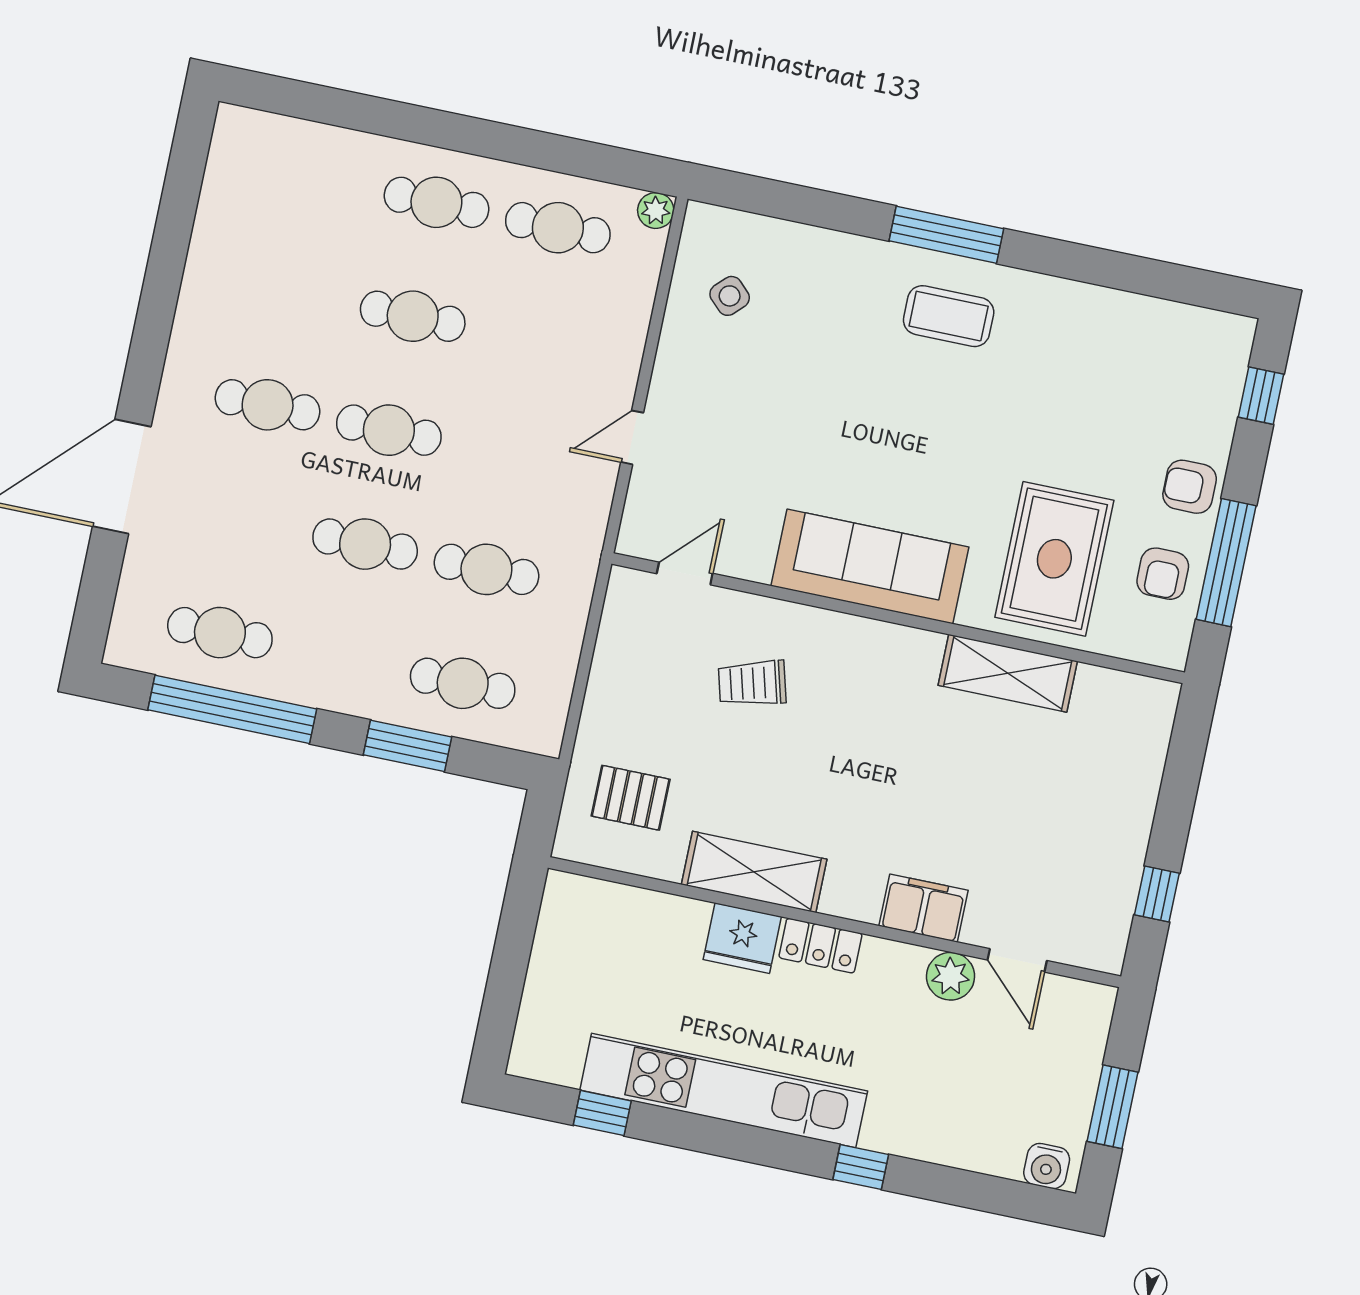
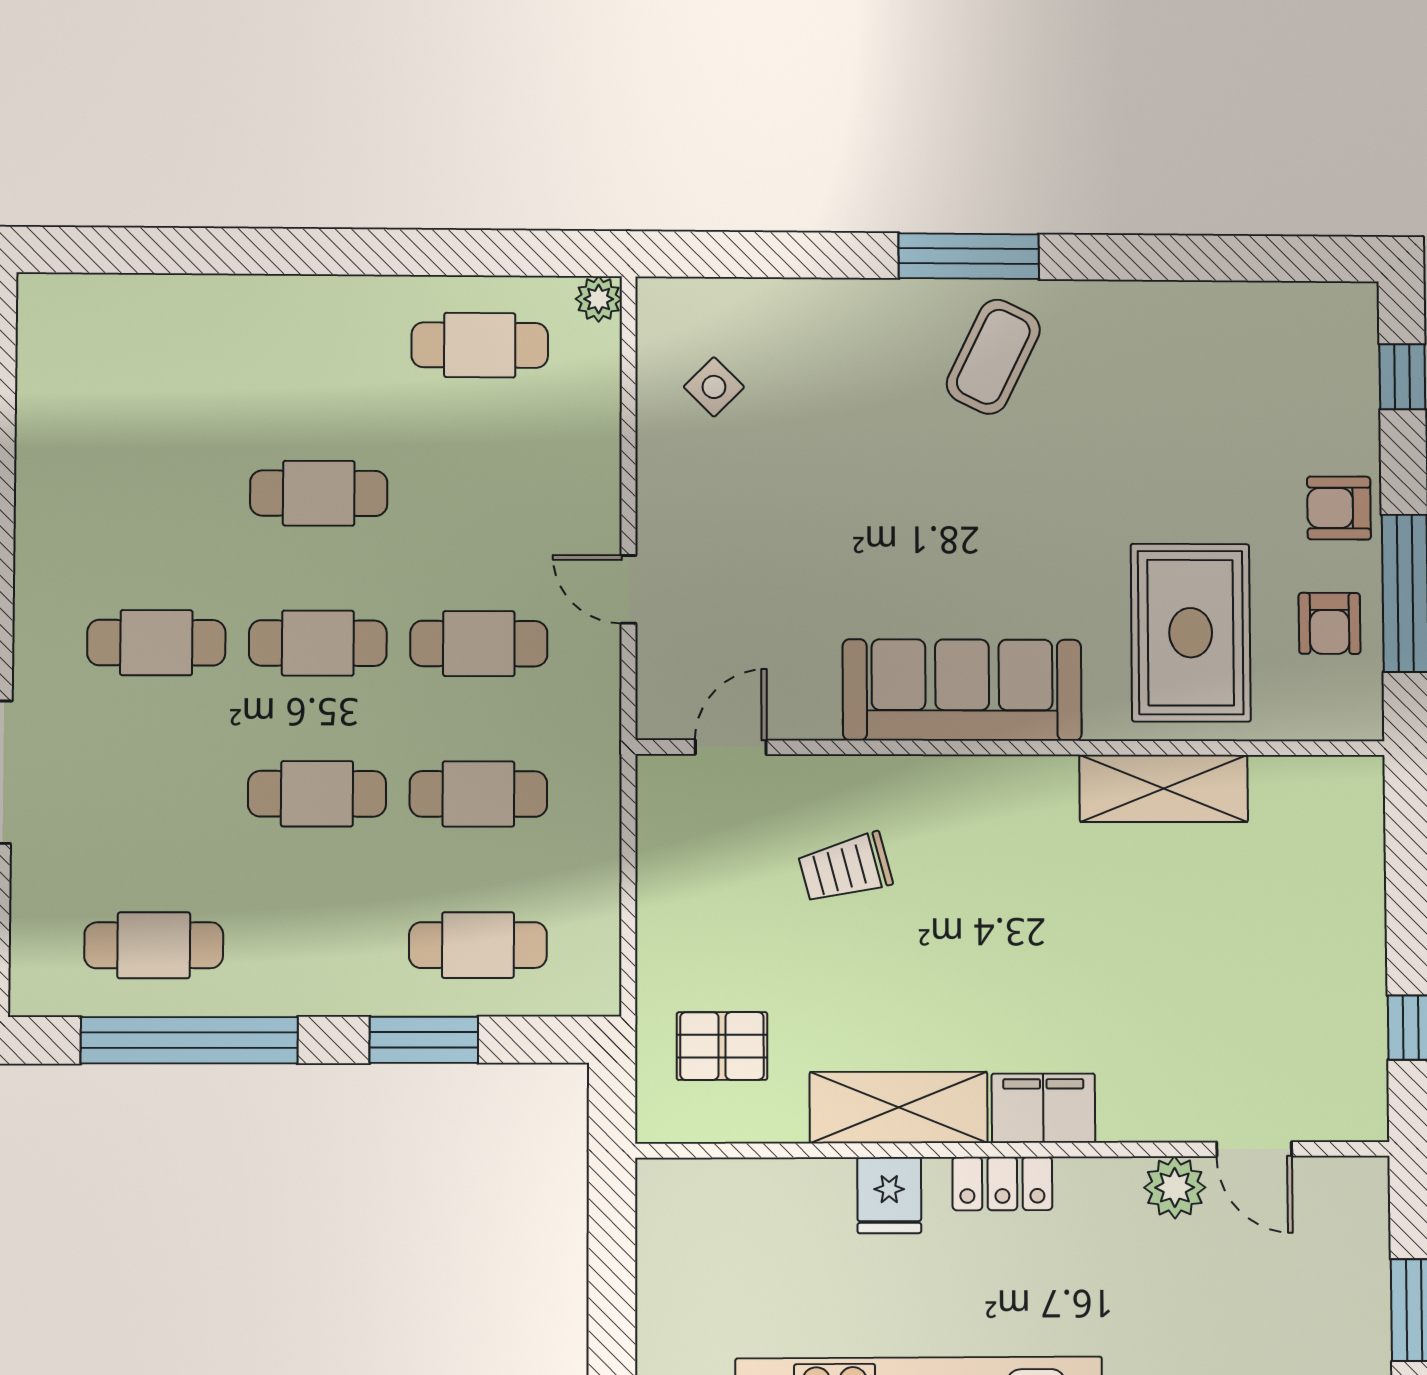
cafe table: (436, 202) -> (479, 644), moved
coffee table: (949, 316) -> (993, 357), turned -64
door: (632, 437) -> (628, 589), hinge flipped
filing cabinet: (924, 908) -> (1043, 1108), moved
fridge: (742, 938) -> (889, 1195), width x0.72

